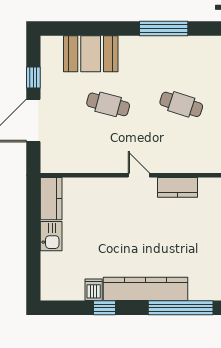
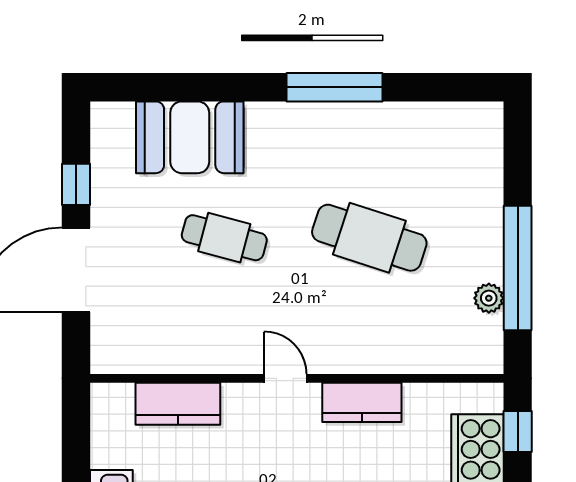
cafe table: (181, 104) -> (369, 238), width x1.37, depth x1.35
kitchen counter: (51, 199) -> (178, 404), moved, turned 90

